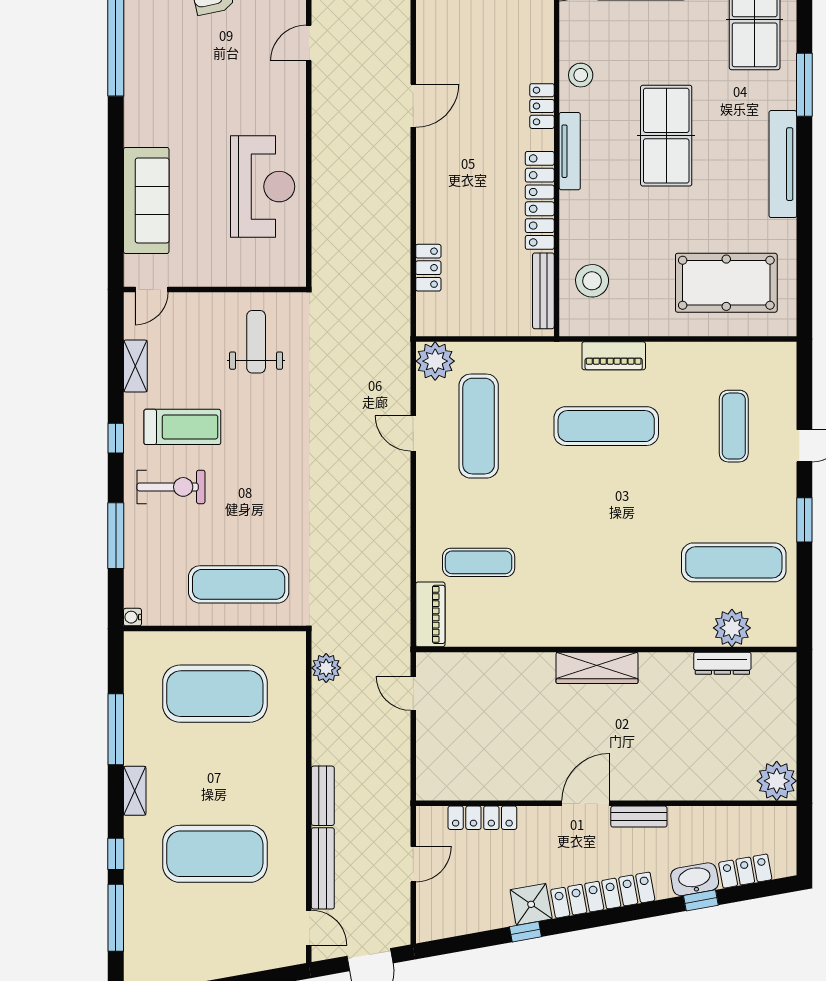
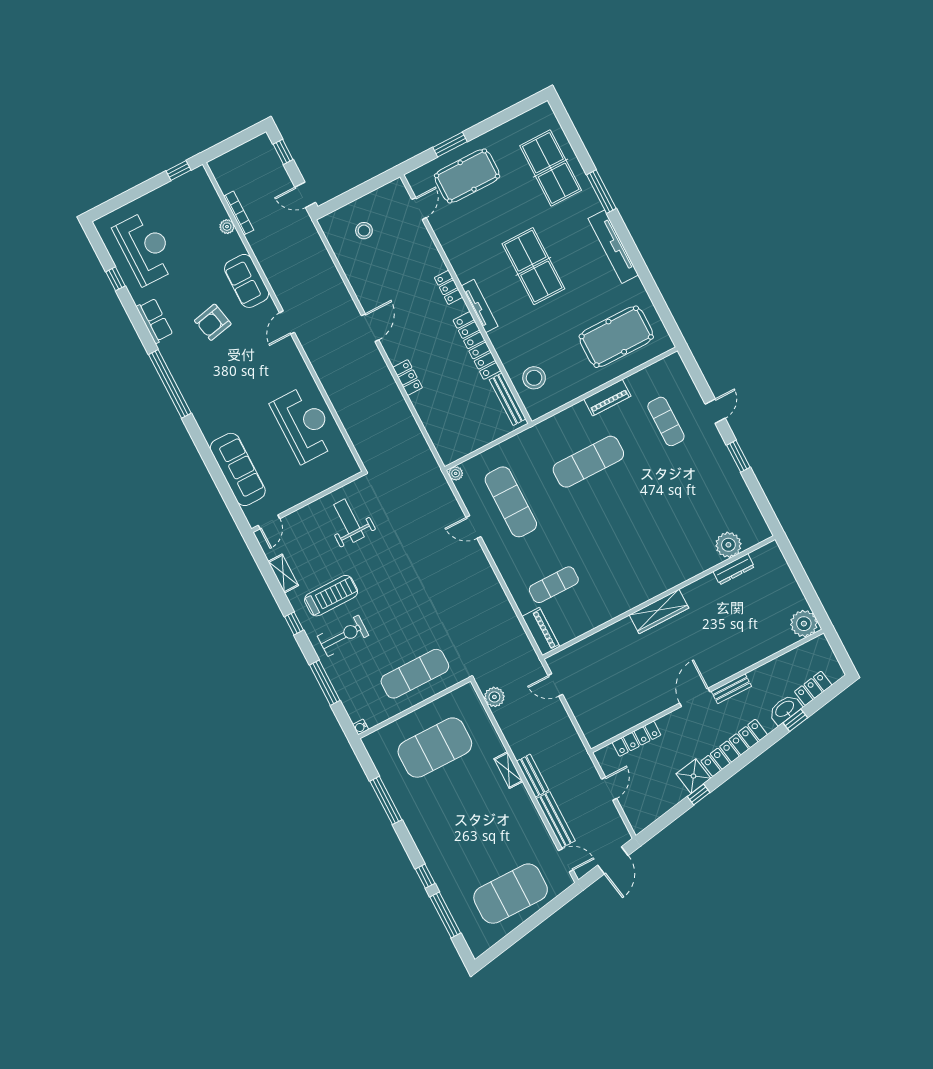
stool: (581, 75) -> (462, 256), removed
locker: (428, 268) -> (408, 377), moved
piano: (614, 356) -> (607, 398), moved
plant: (435, 361) -> (456, 473), width x0.53, depth x0.53
exercise mat: (734, 562) -> (709, 504), removed
shelving: (135, 791) -> (508, 770), moved
exercise mat: (215, 854) -> (511, 894), moved

